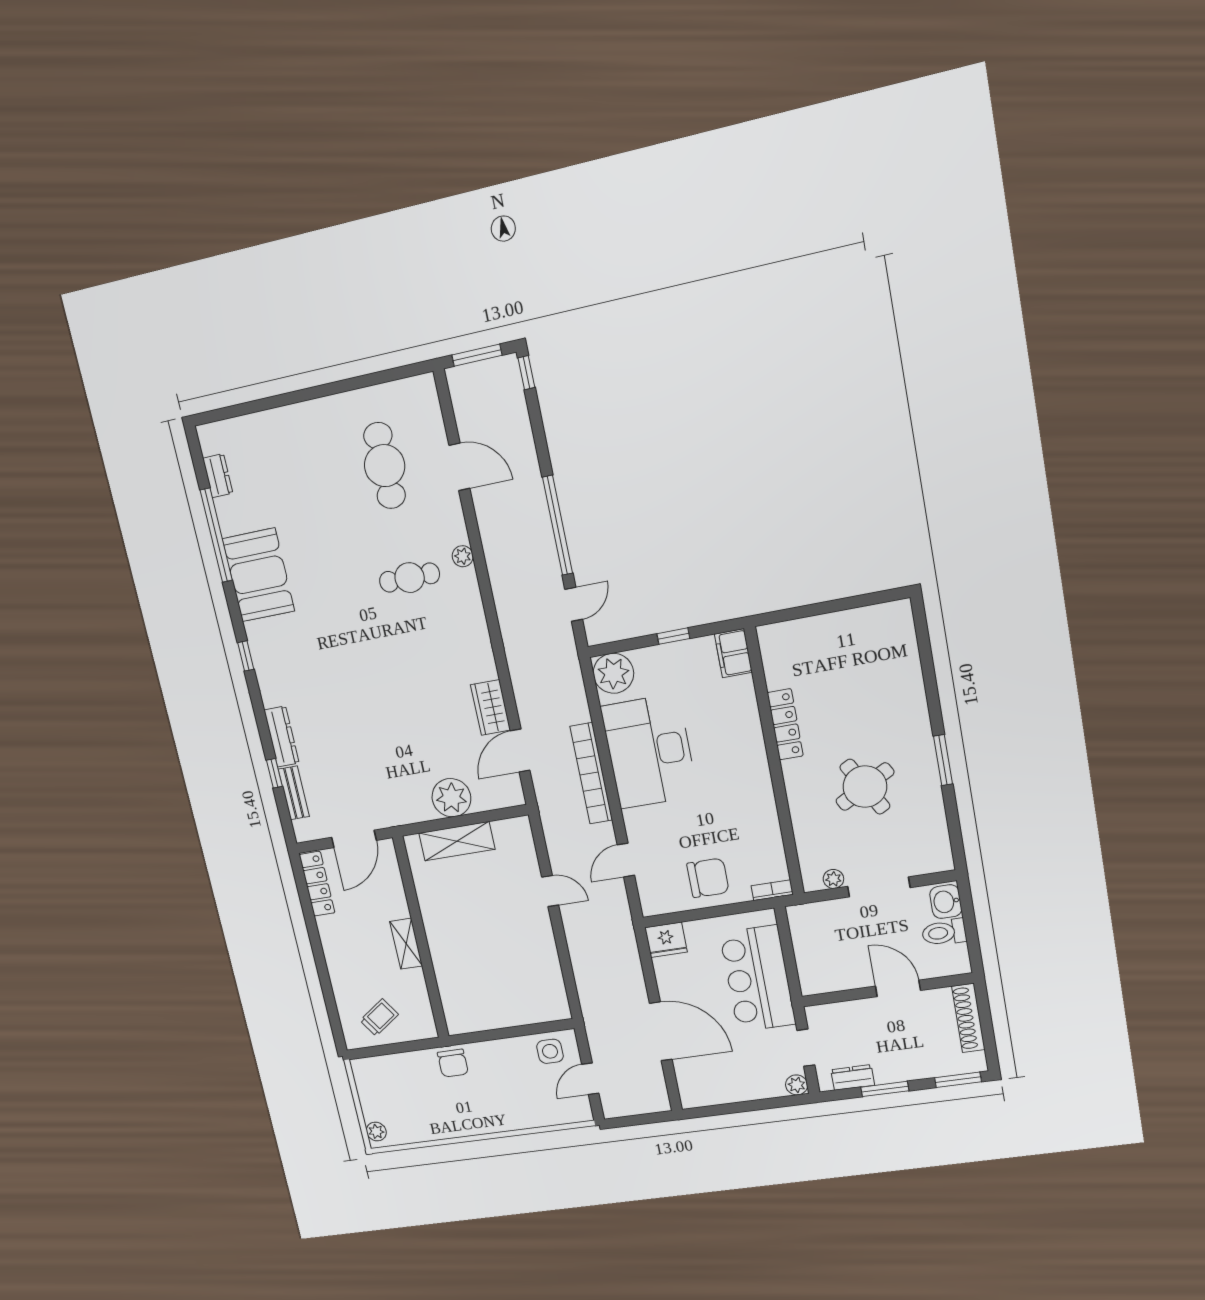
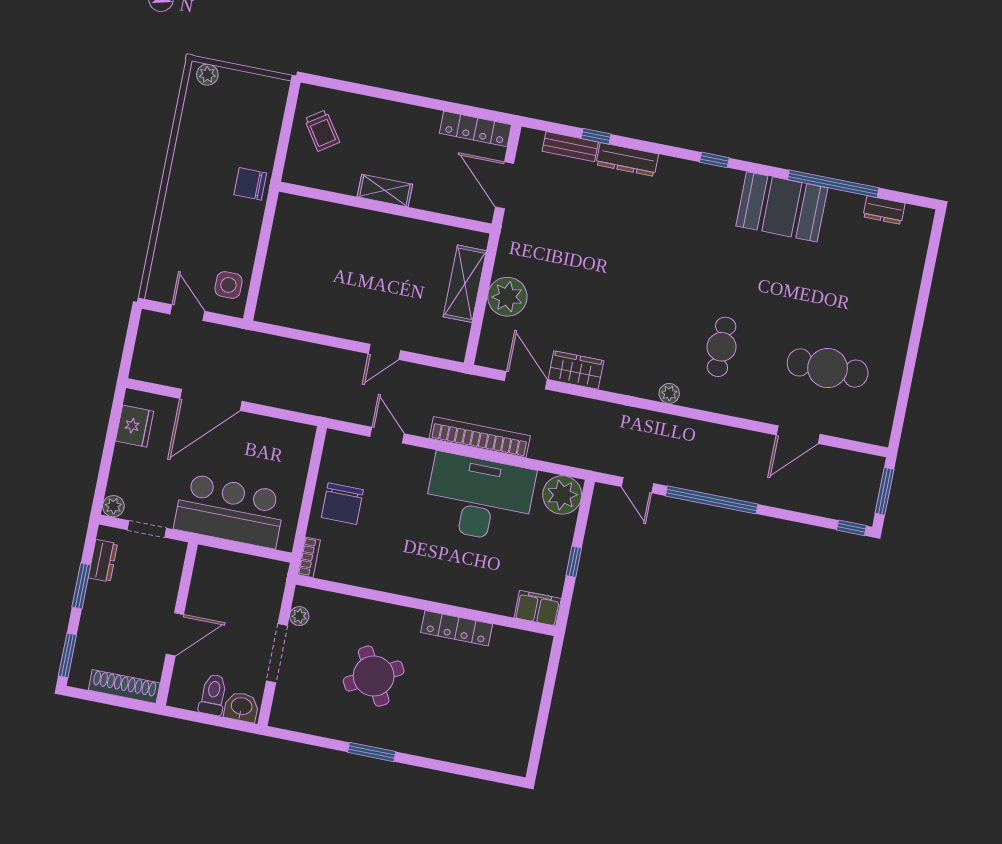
plant: (463, 556) -> (669, 393), moved
fridge: (666, 940) -> (135, 426), moved, turned 180

